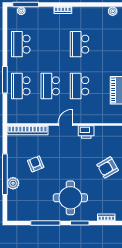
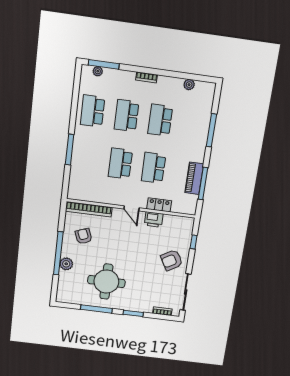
plant: (113, 11) -> (189, 85), moved
school desk: (21, 86) -> (126, 116), moved
locker: (89, 118) -> (159, 205), added
door: (65, 124) -> (132, 208), swing flipped
armchair: (36, 164) -> (84, 236), moved
round table: (70, 198) -> (106, 282), moved

